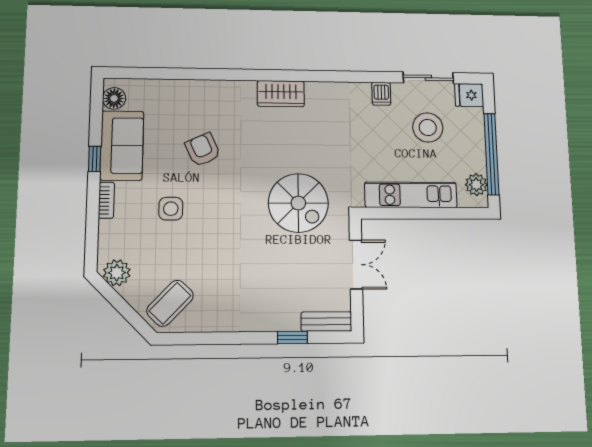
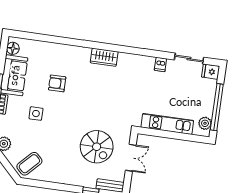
stool: (428, 128) -> (183, 87), removed
armchair: (203, 150) -> (57, 83), turned -65
spiral stairs: (298, 203) -> (97, 147), moved

